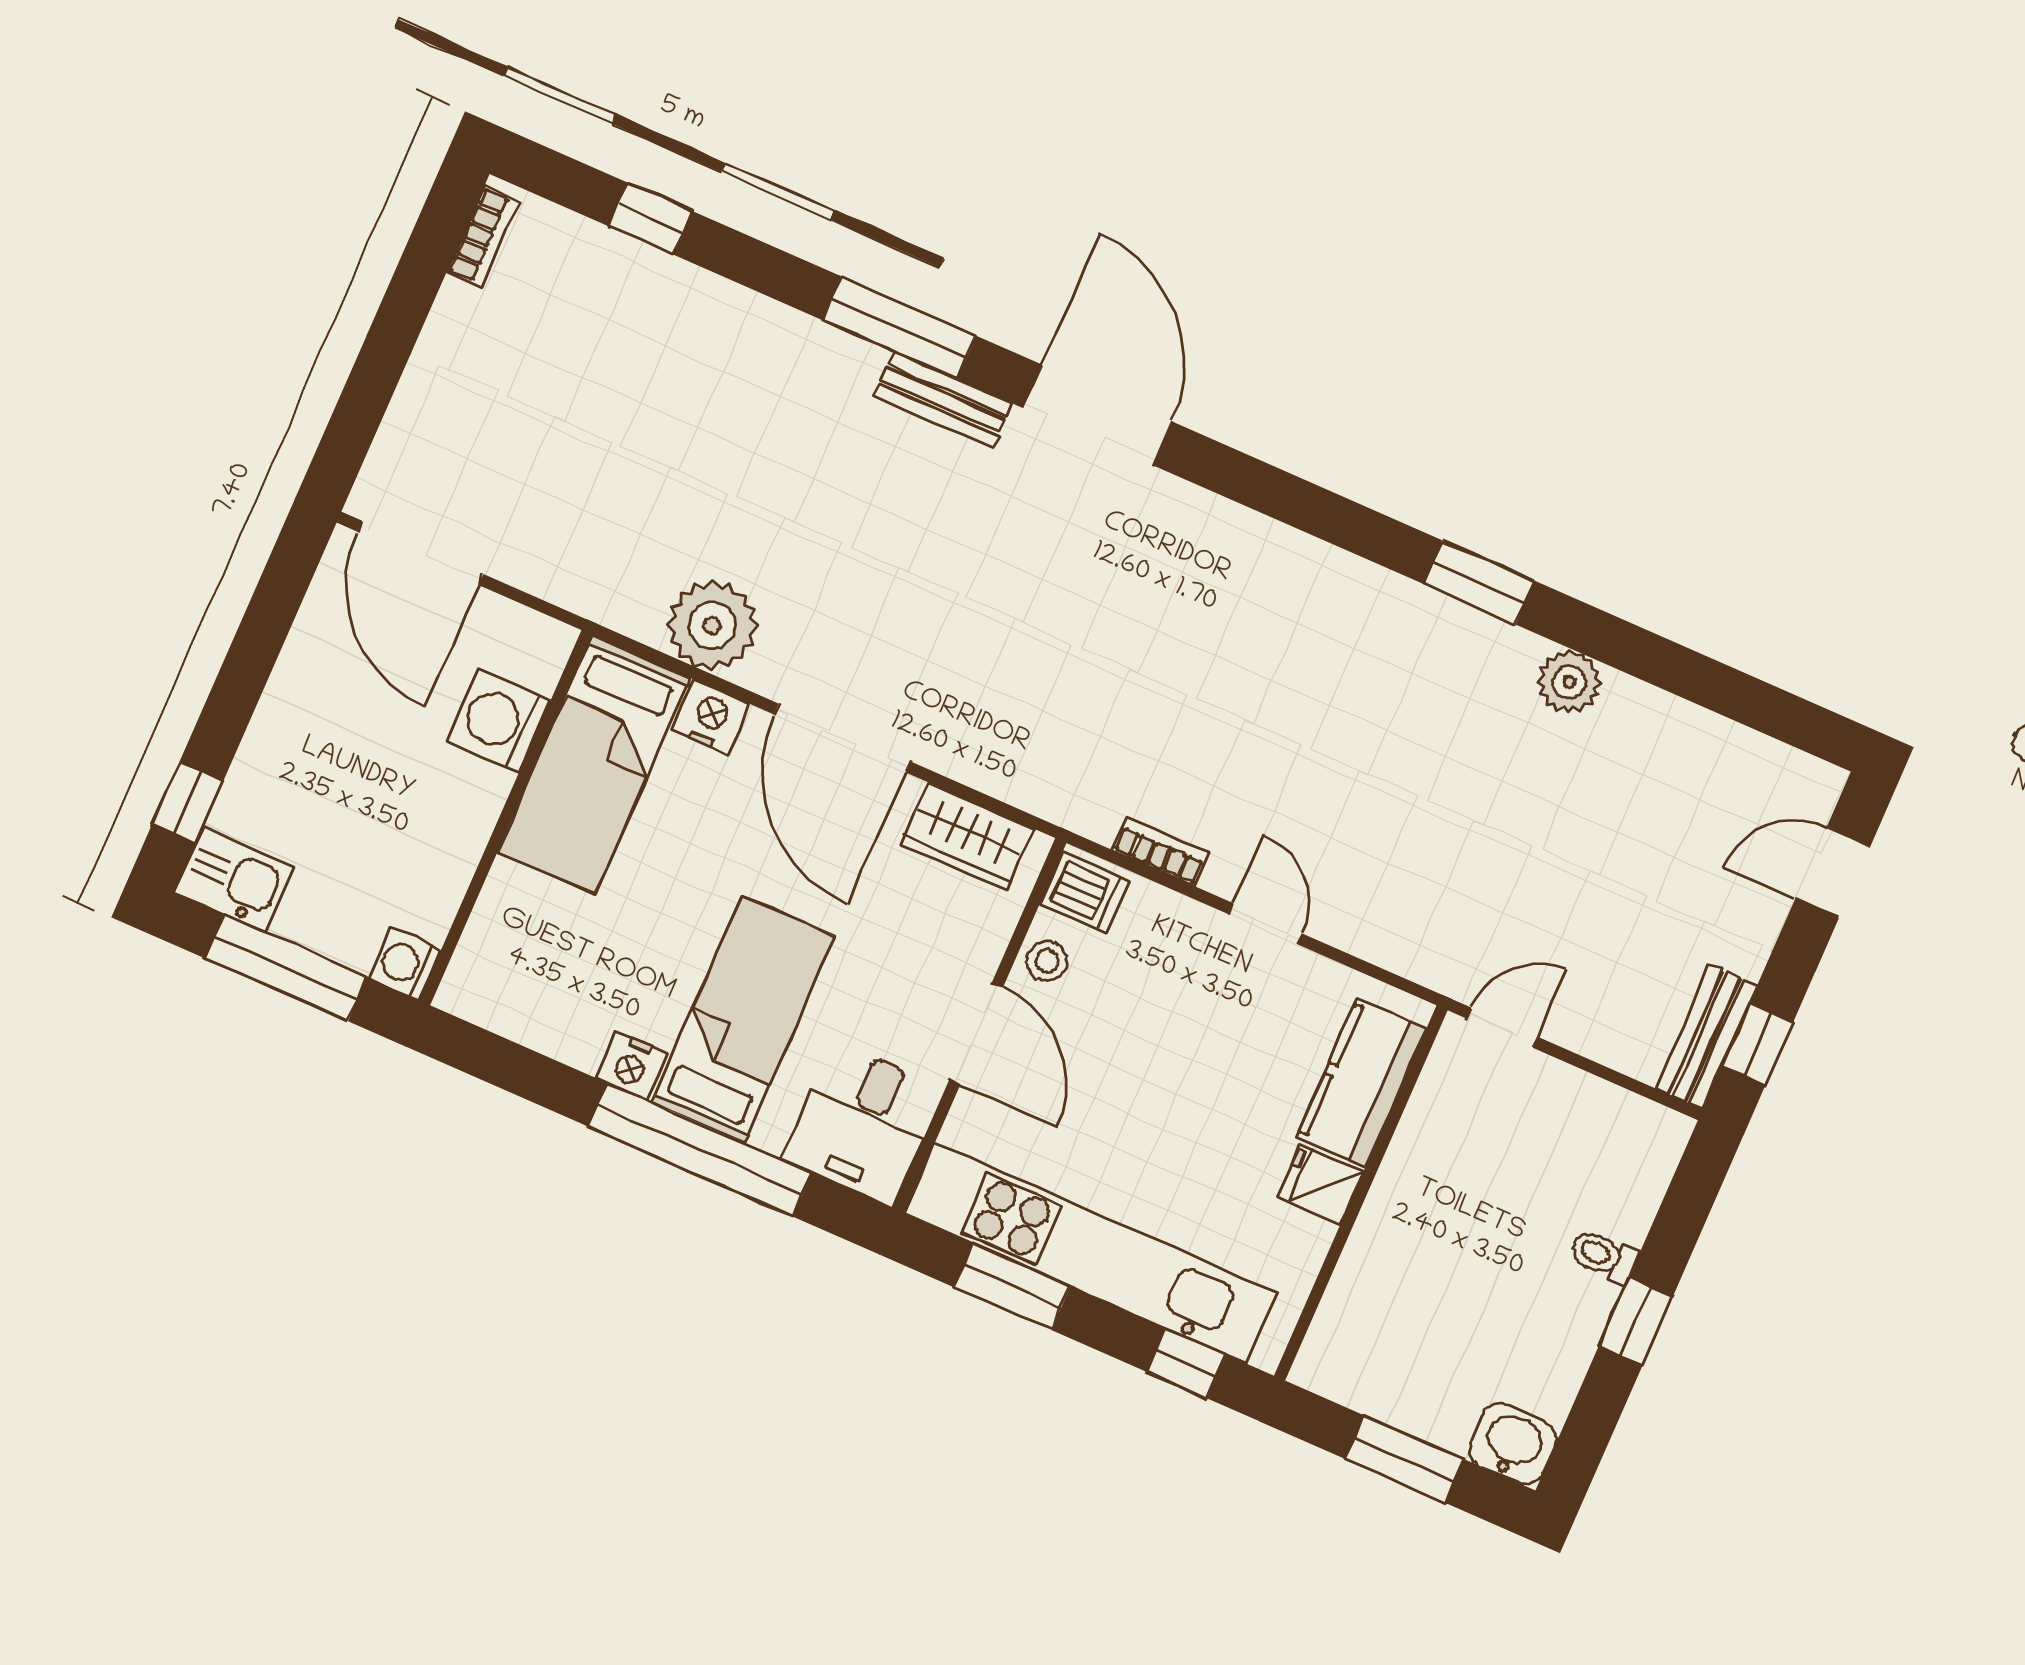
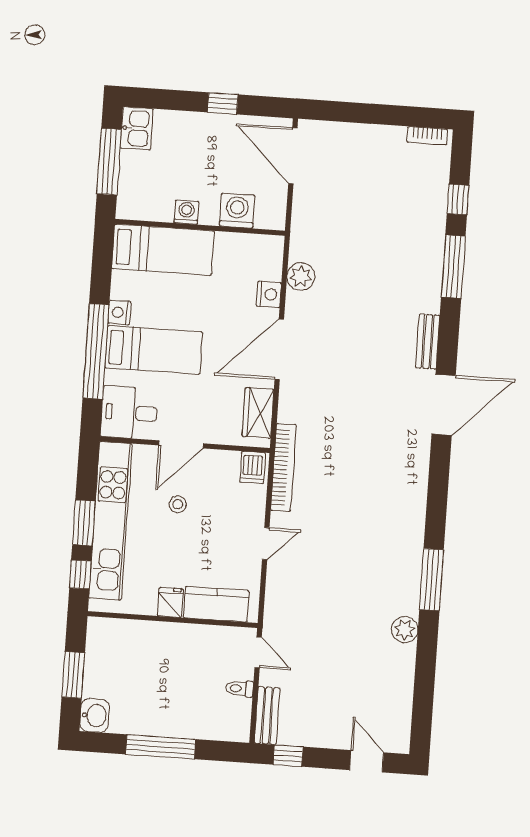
window: (899, 328) -> (453, 267), moved
door: (420, 553) -> (293, 156), hinge flipped
window: (1479, 582) -> (431, 580), width x1.44
plant: (712, 625) -> (301, 276), width x0.73, depth x0.73
bed: (594, 765) -> (163, 250), moved, turned 180
window: (188, 803) -> (223, 103), moved
bookcase: (1161, 852) -> (283, 467), width x2.31, depth x1.31
stool: (1047, 961) -> (178, 504), moved
washing machine: (405, 964) -> (186, 212), moved
bench: (1706, 1037) -> (267, 716), moved, turned 90
toilet: (1604, 1256) -> (240, 689), moved, turned -90
window: (1012, 1287) -> (84, 523), moved
window: (1636, 1322) -> (161, 747), width x2.17

